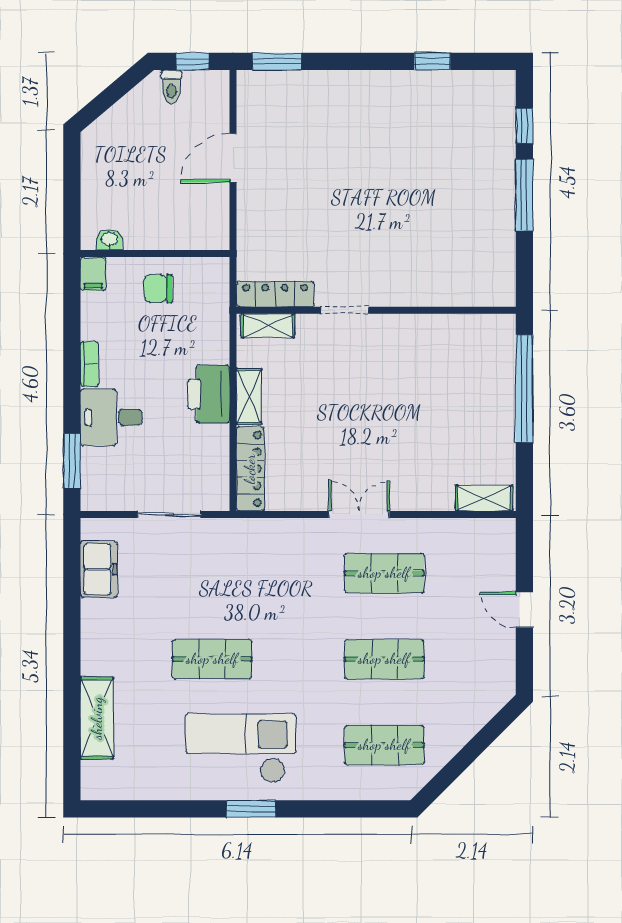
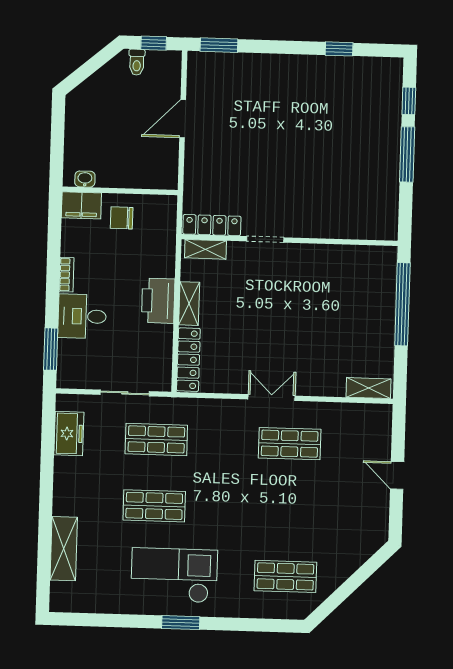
filing cabinet: (93, 274) -> (81, 205), width x2.00
shop shelf: (384, 659) -> (156, 439), moved

